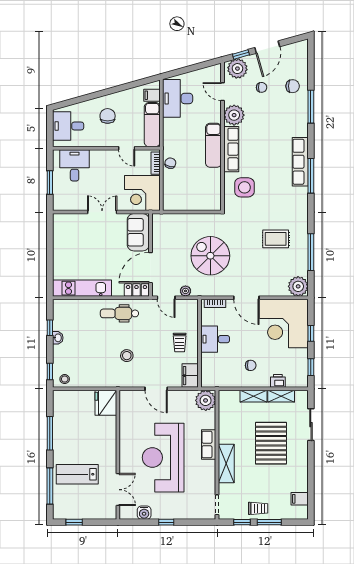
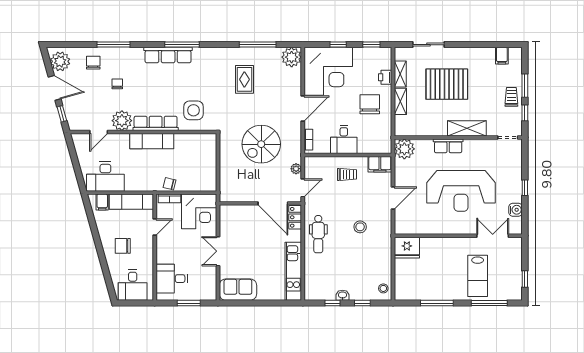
plant: (237, 69) -> (60, 61), moved
chair: (262, 87) -> (117, 84), moved
sofa: (138, 232) -> (238, 290), moved, turned 180
chair: (251, 365) -> (370, 104), width x1.87, depth x1.87
window: (50, 371) -> (362, 303), moved

